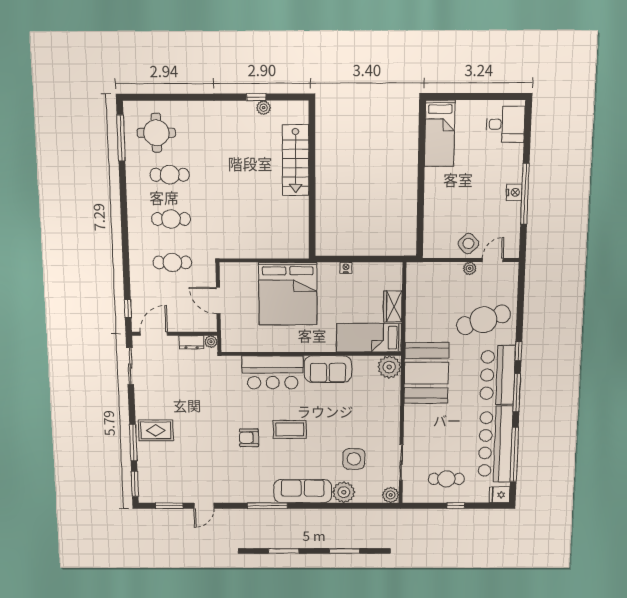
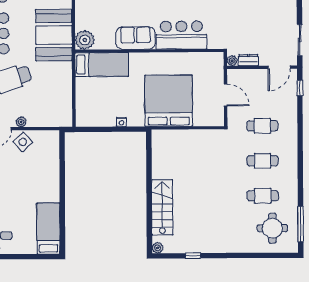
plant: (264, 108) -> (158, 248), moved
wardrobe: (393, 306) -> (83, 91), removed

